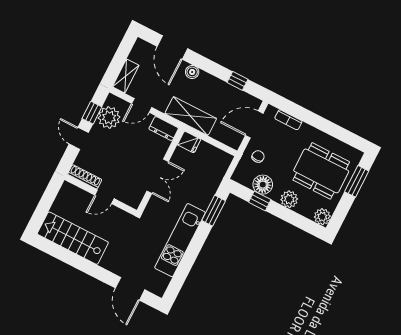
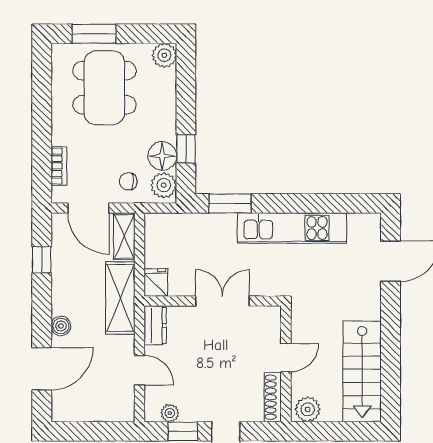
shelving: (126, 76) -> (124, 236), moved, turned 90
plant: (109, 118) -> (170, 413), width x0.53, depth x0.53
plant: (67, 194) -> (308, 409), added
door: (104, 197) -> (286, 358), hinge flipped
plant: (289, 199) -> (164, 185), moved

